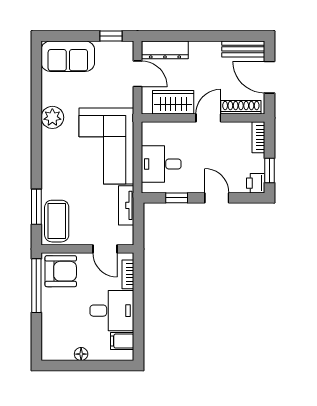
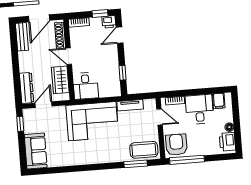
plant: (52, 117) -> (76, 158), removed
desk: (161, 164) -> (86, 86), moved
door: (217, 198) -> (120, 35), moved
door: (105, 249) -> (160, 117), hinge flipped
printer: (59, 349) -> (227, 142), added

